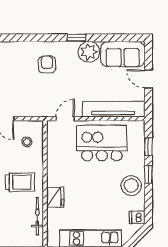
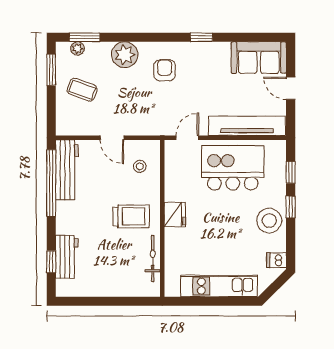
plant: (89, 52) -> (125, 55), moved
fridge: (55, 197) -> (175, 215), moved

